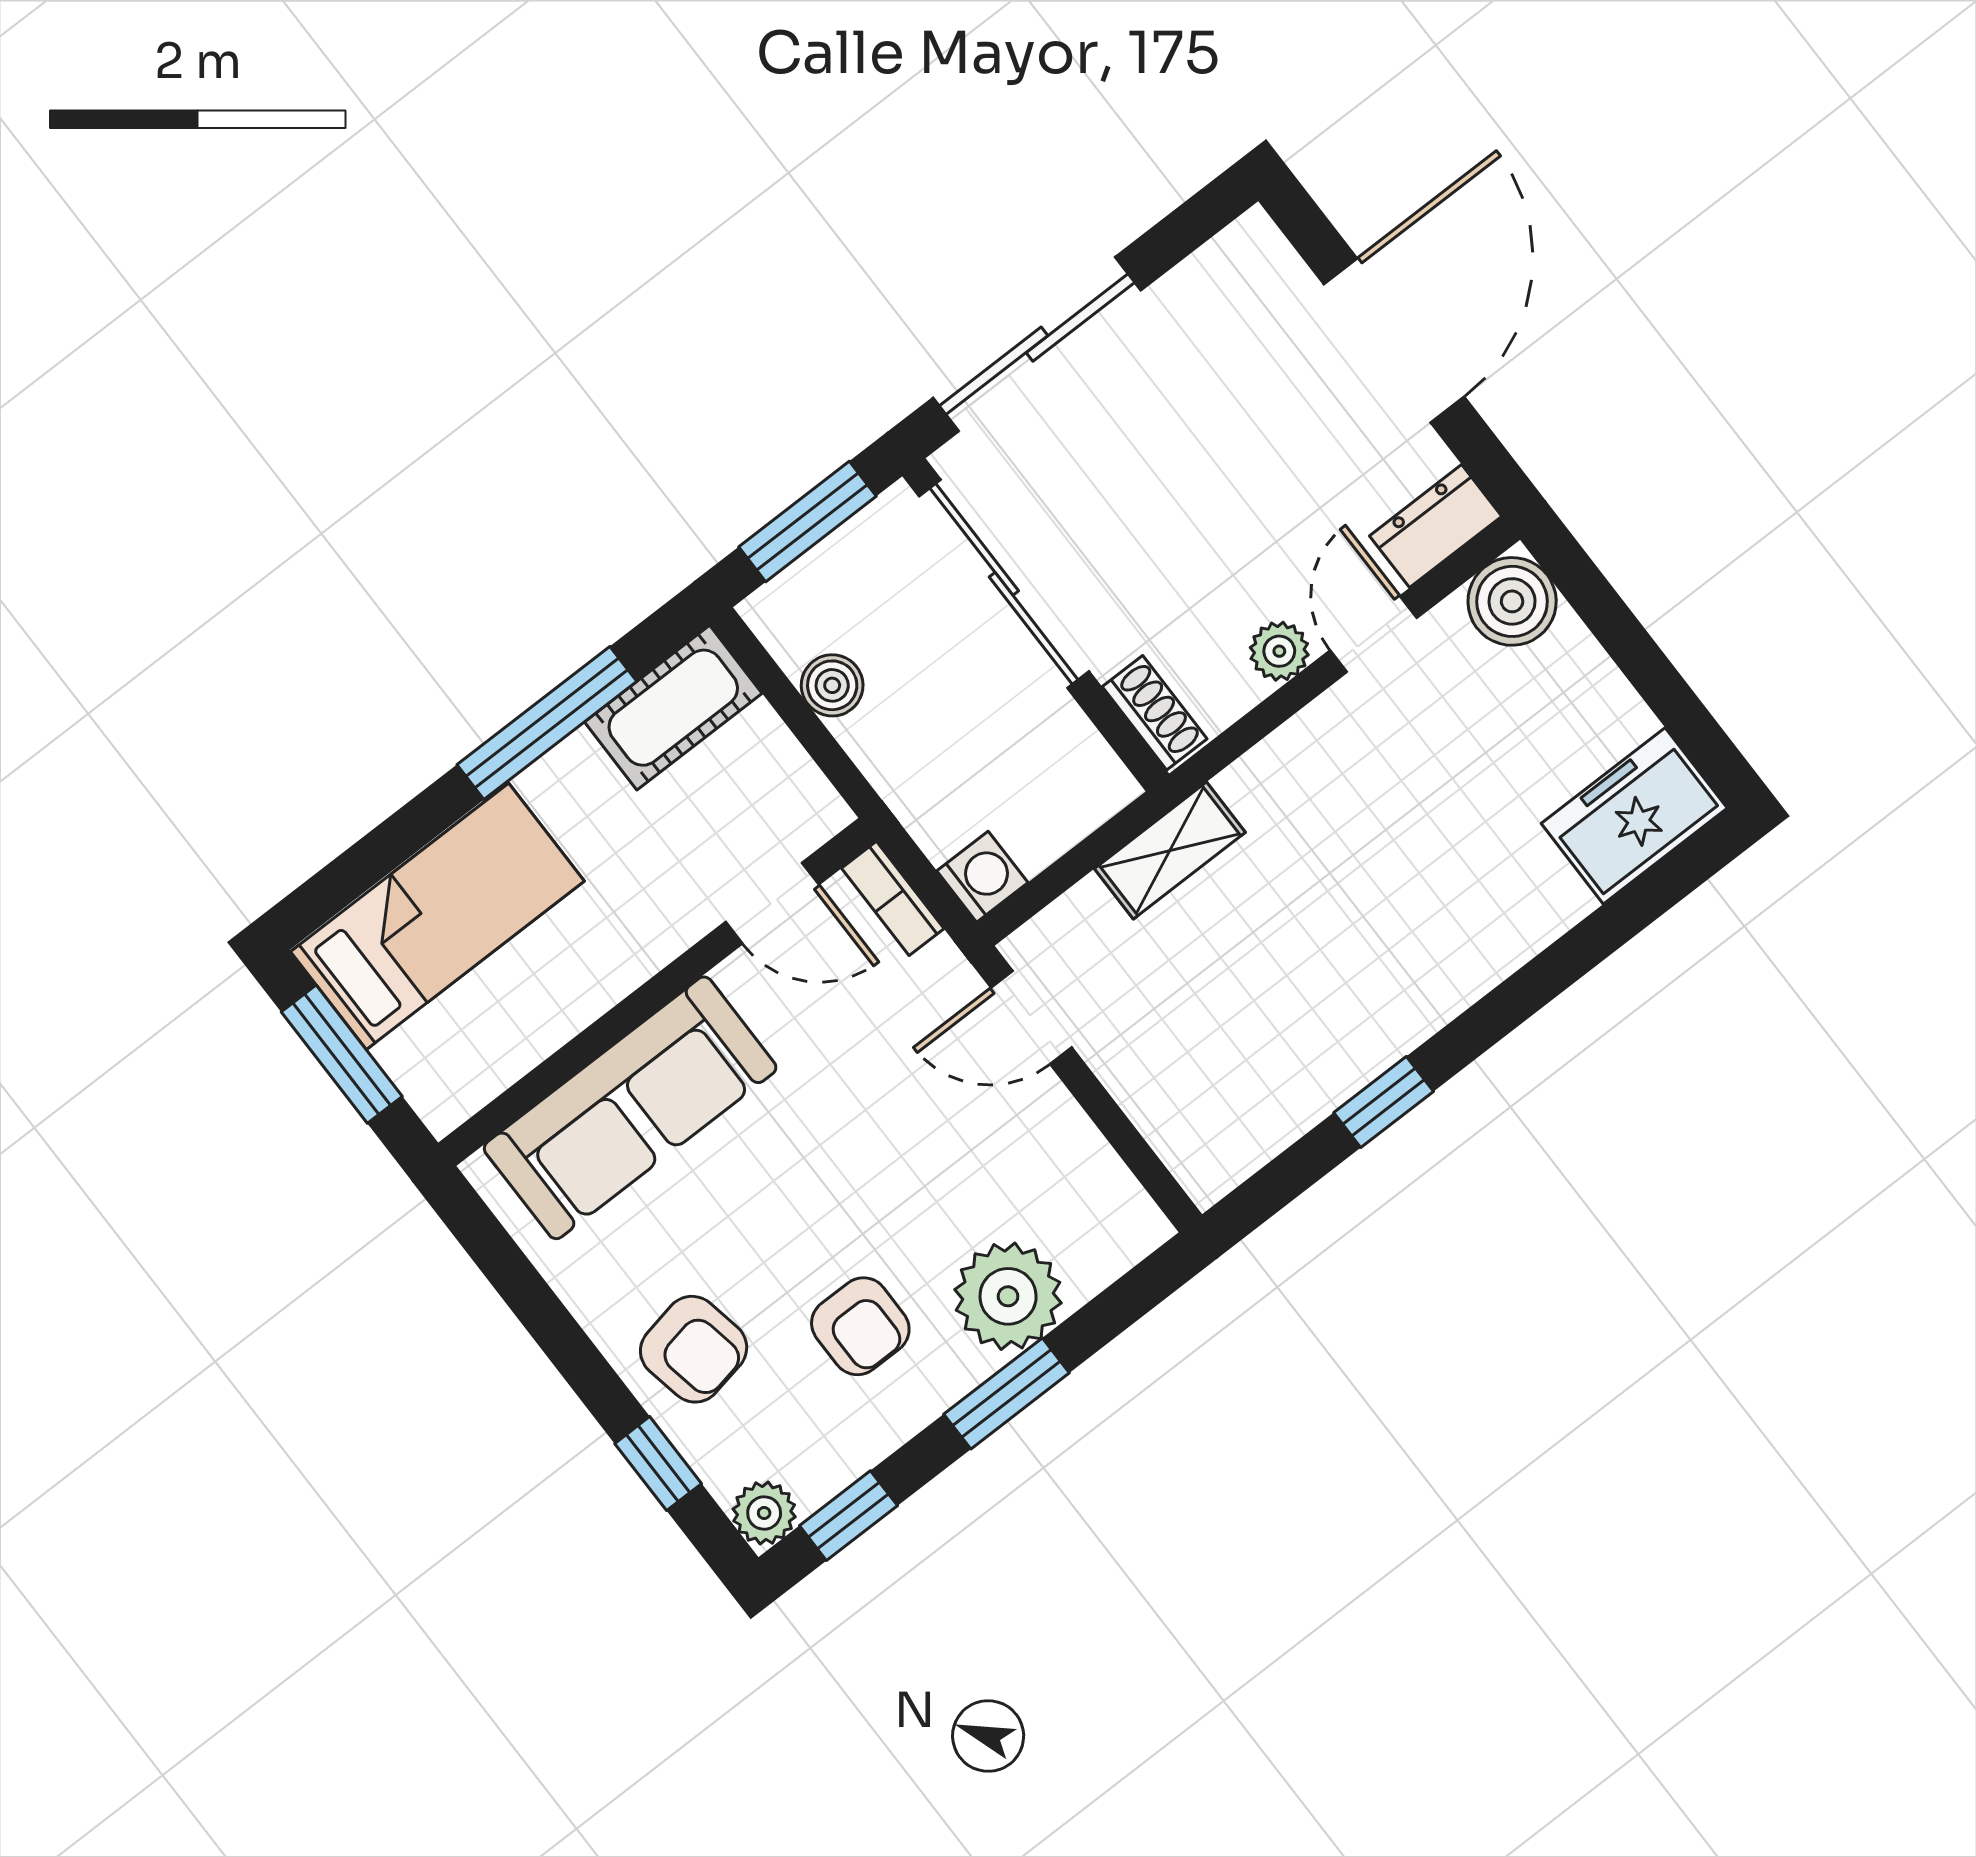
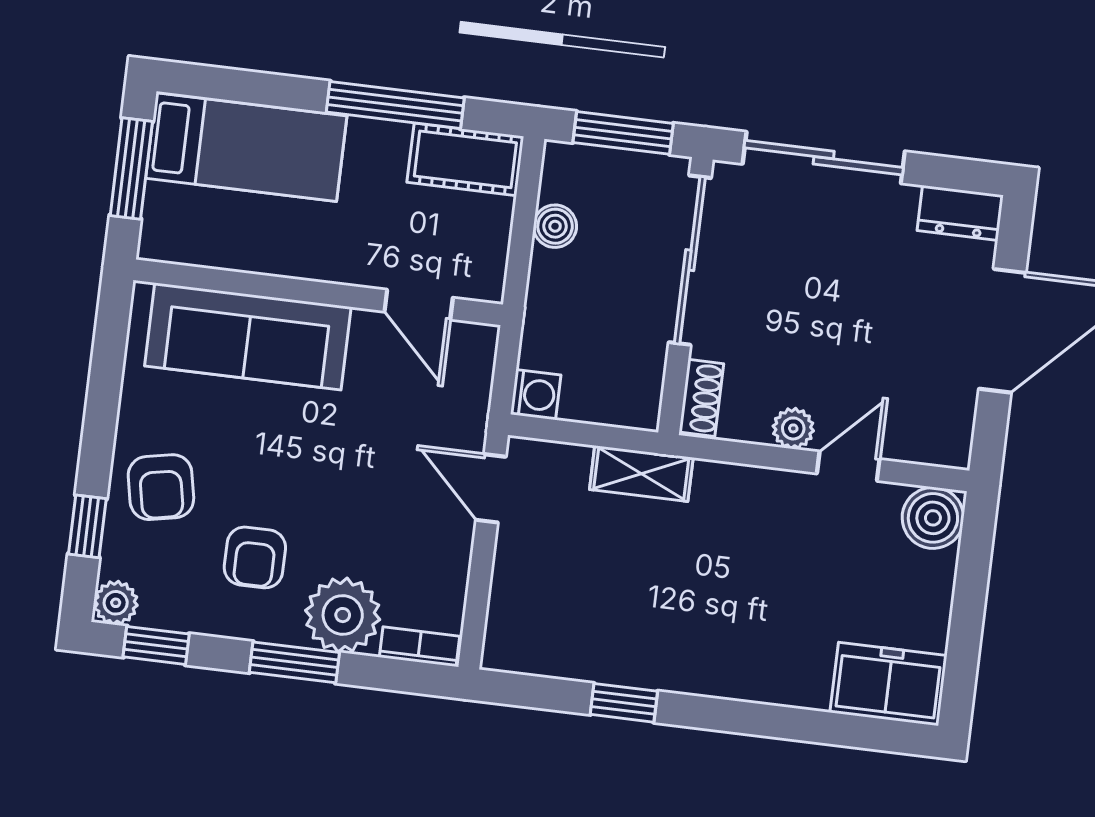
dresser: (1436, 526) -> (960, 213), moved, turned 180
bookcase: (893, 898) -> (419, 647), moved, turned 90

